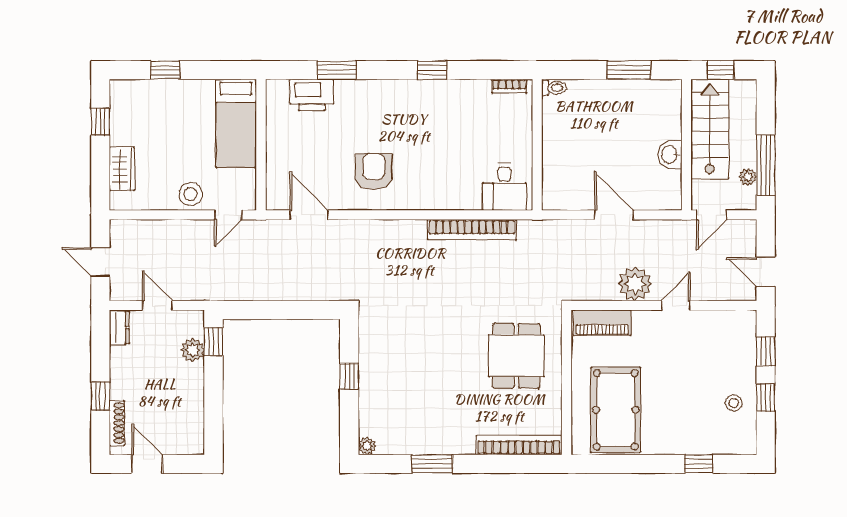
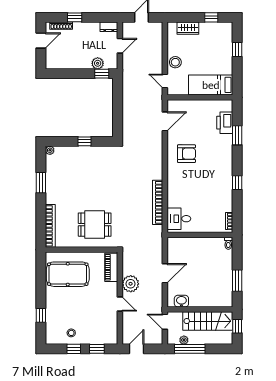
washbasin: (670, 155) -> (181, 301), moved

